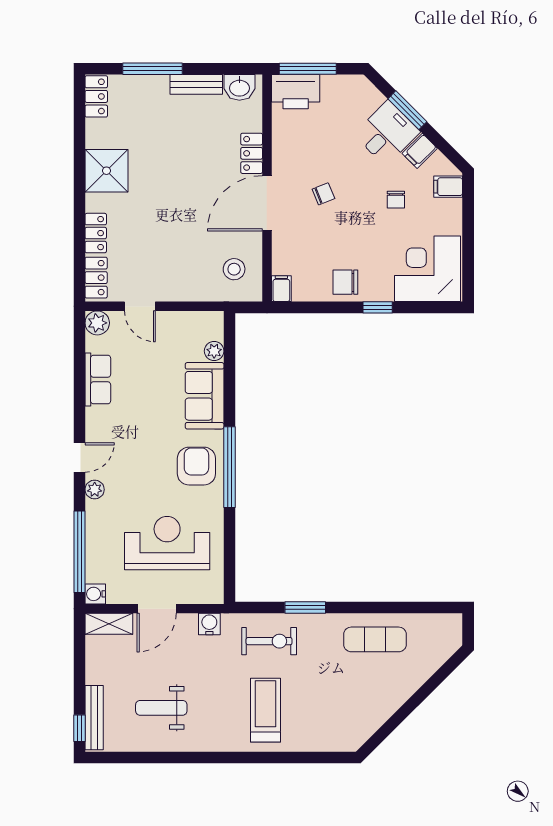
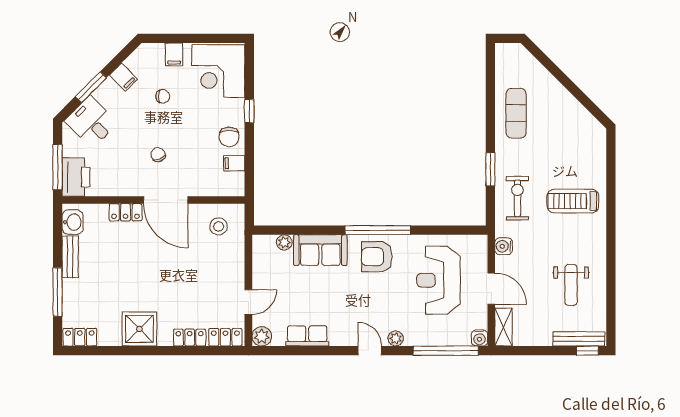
desk: (387, 133) -> (91, 122), moved
filing cabinet: (448, 187) -> (174, 54), moved
filing cabinet: (281, 289) -> (234, 163), moved

